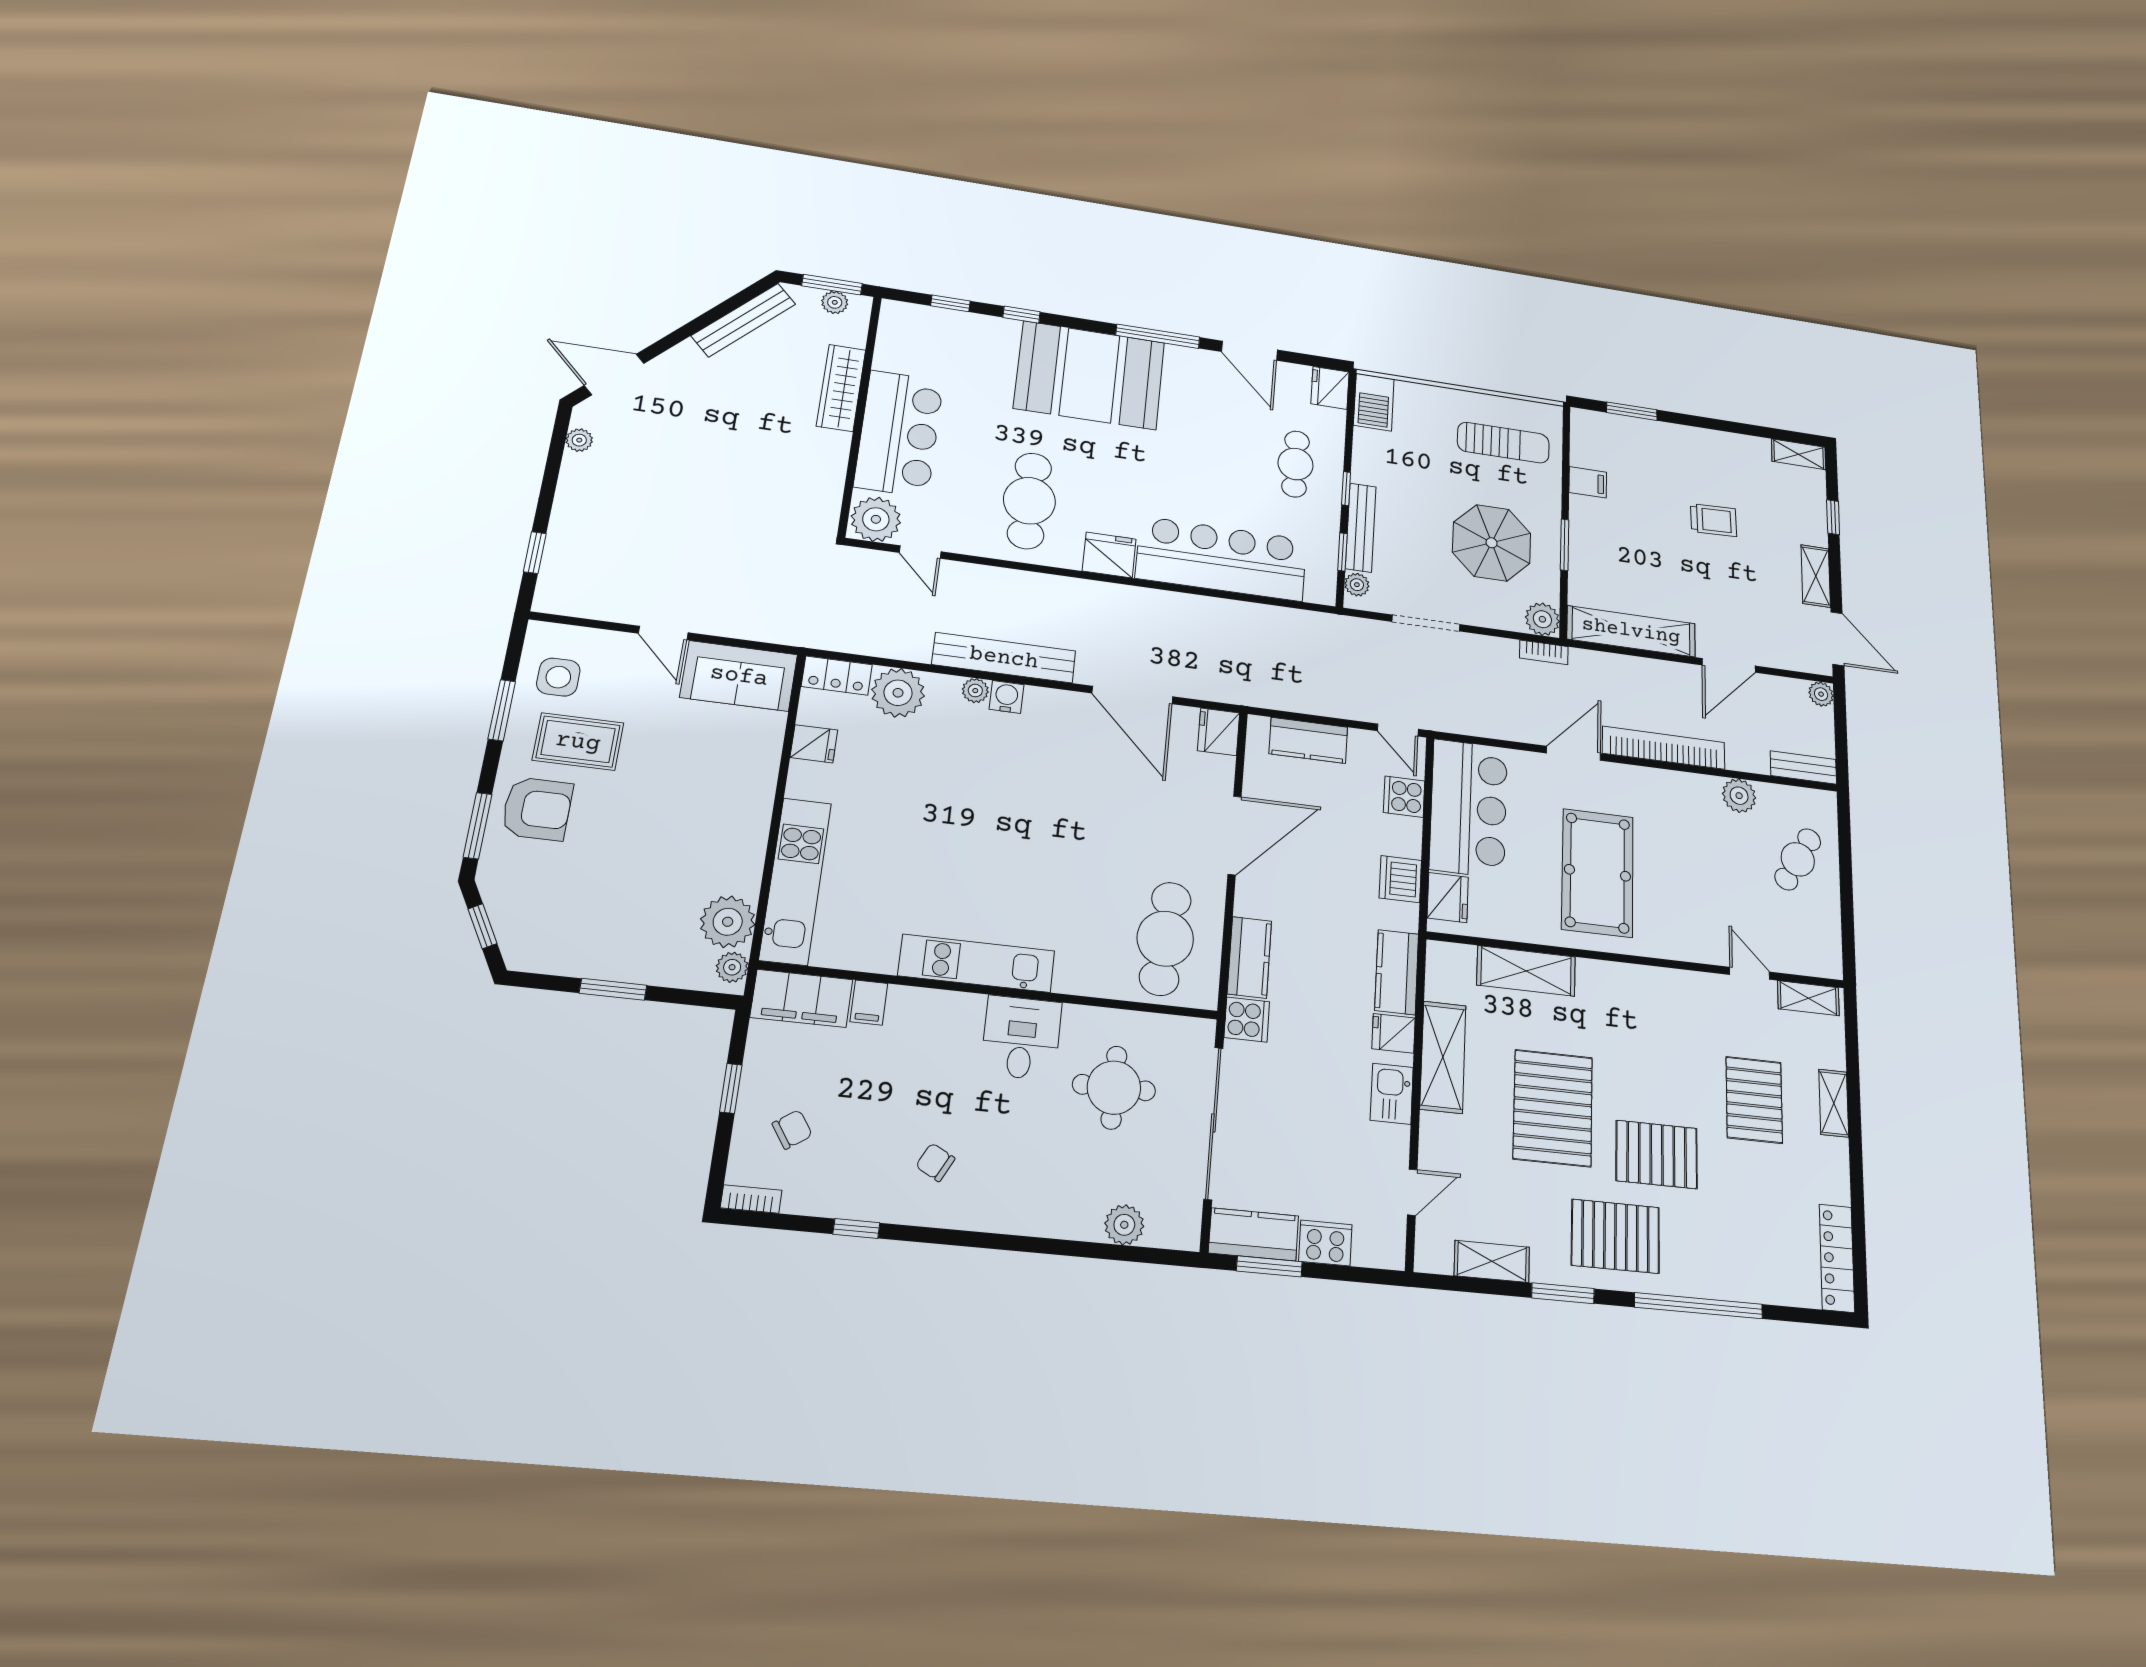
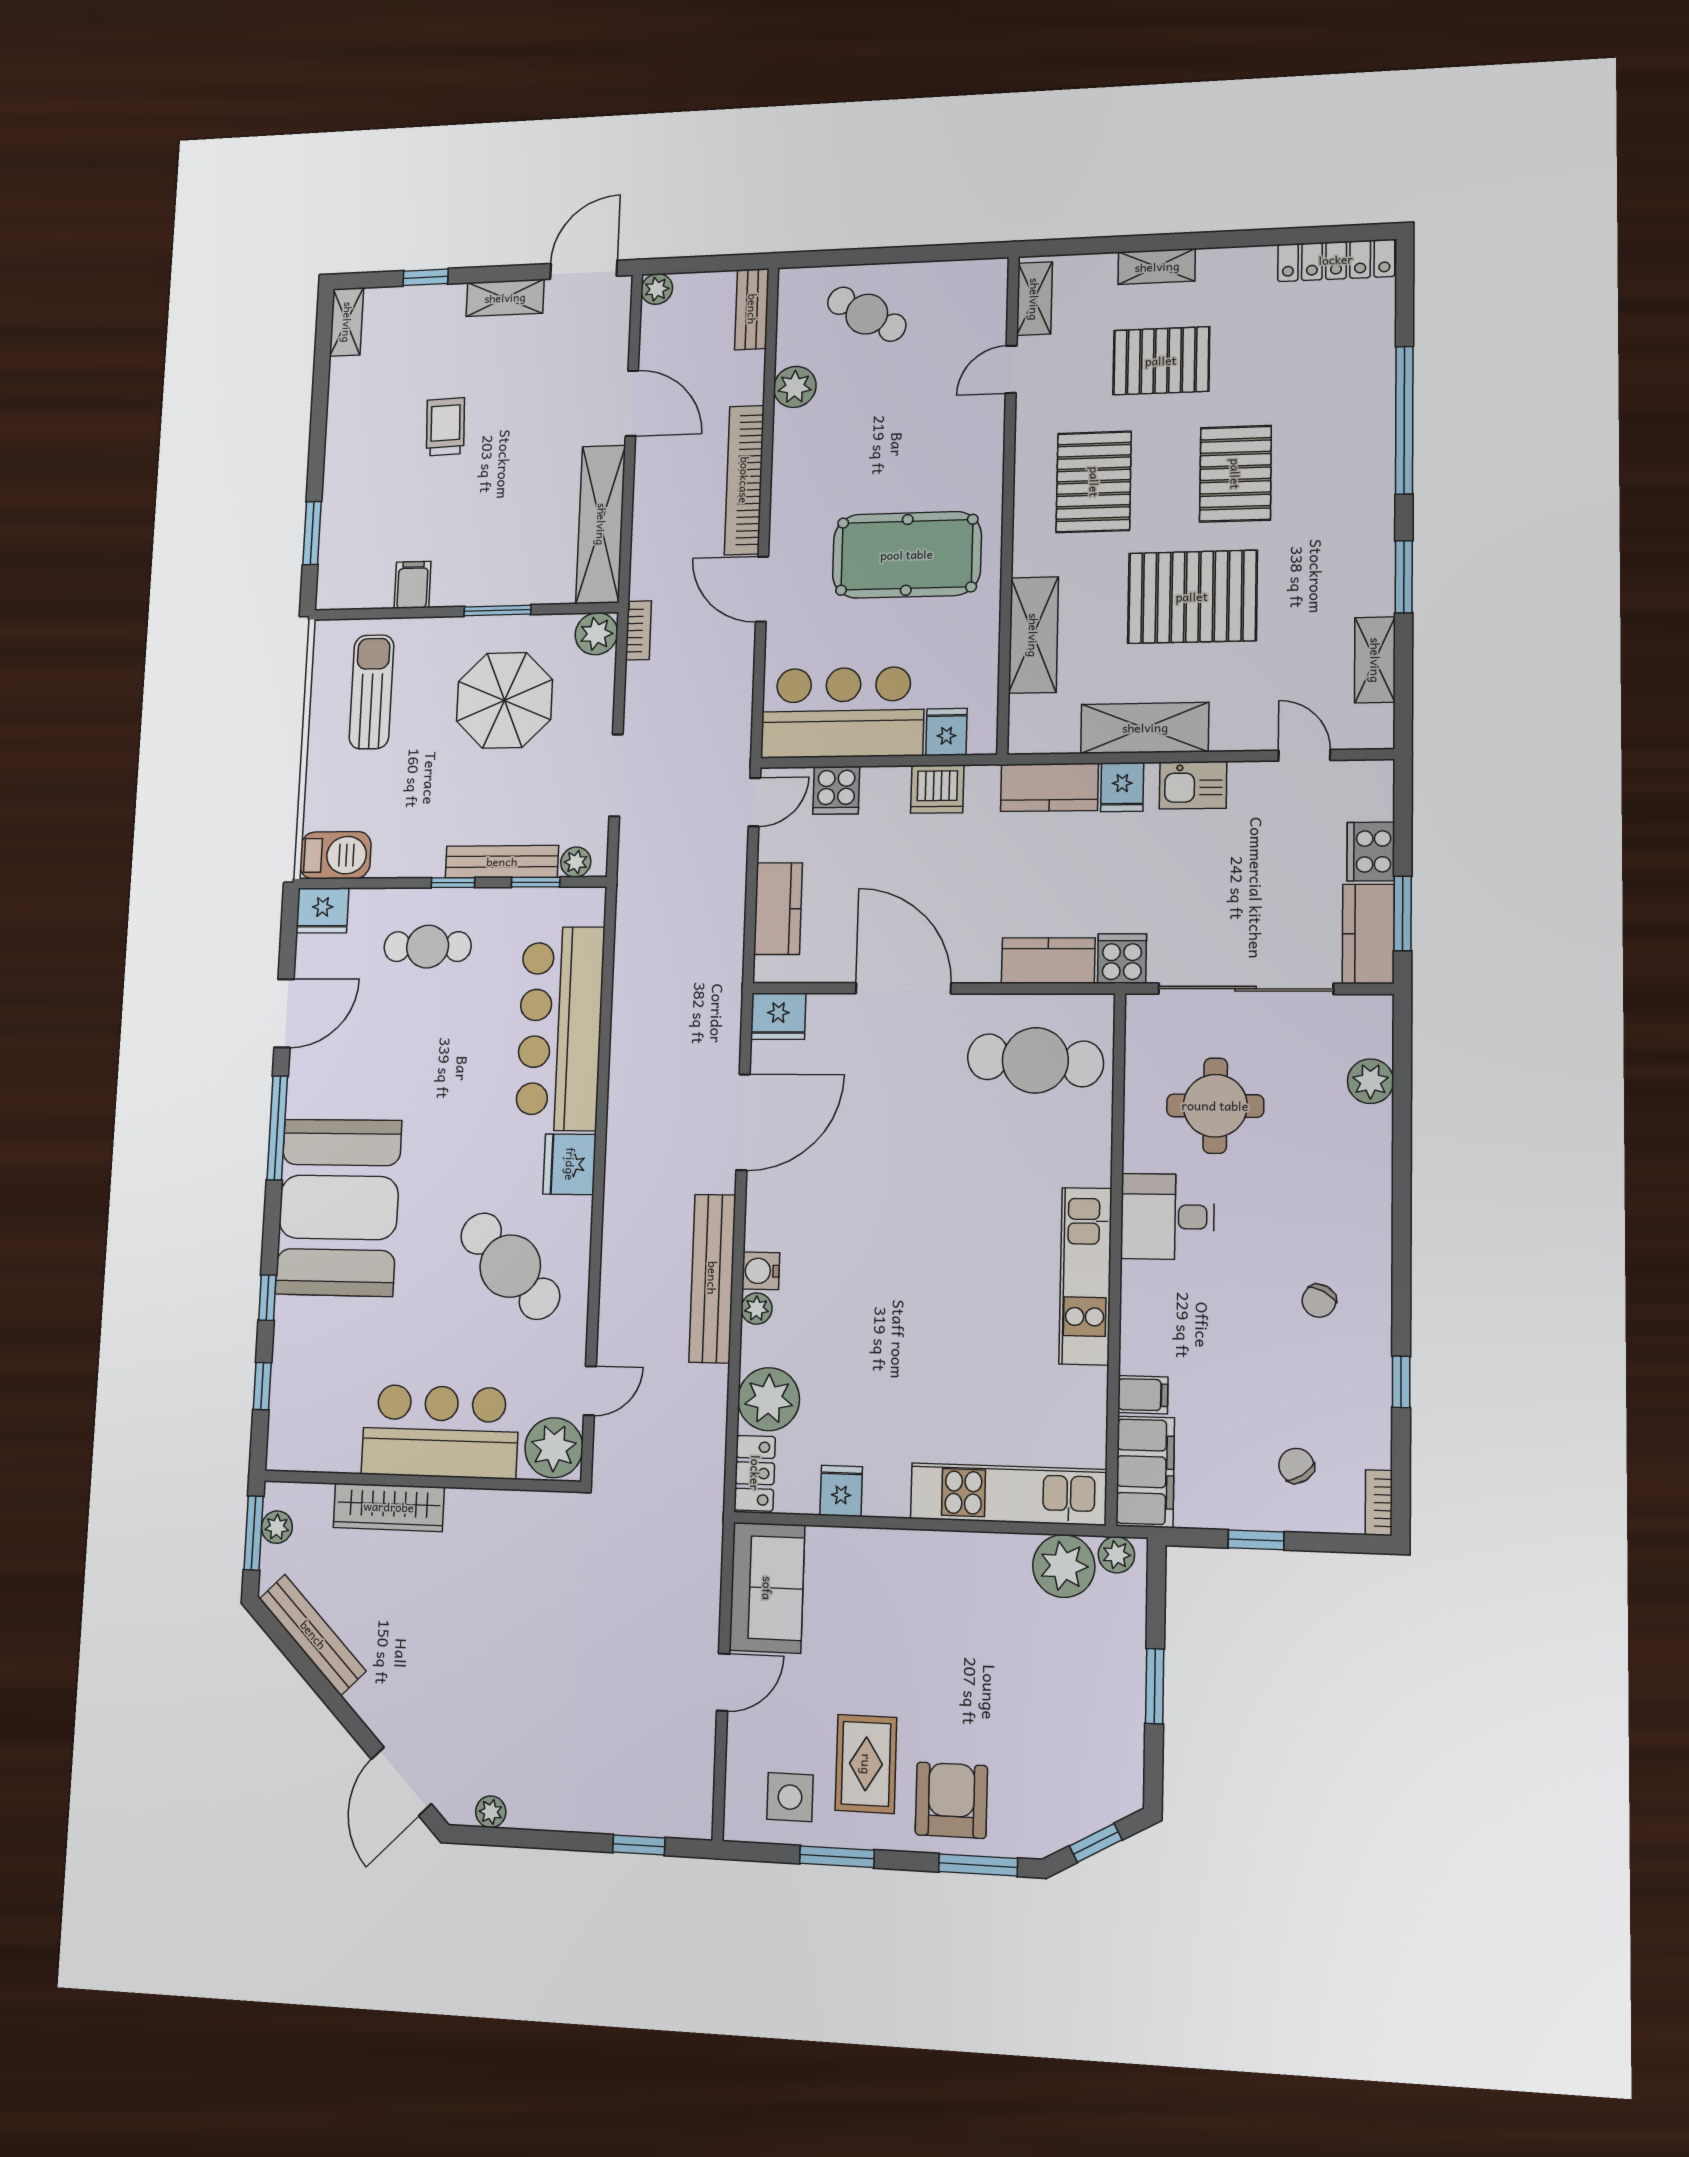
cafe table: (1029, 501) -> (510, 1266), turned 45
fridge: (1448, 898) -> (946, 732), width x0.72
pallet: (1615, 1236) -> (1094, 482), moved

